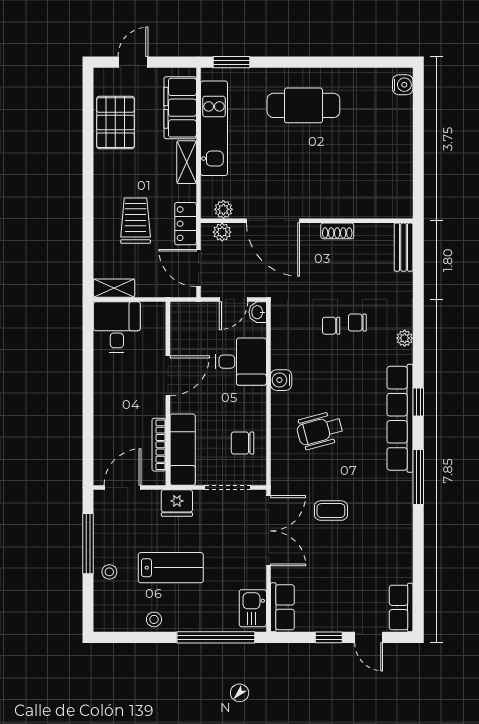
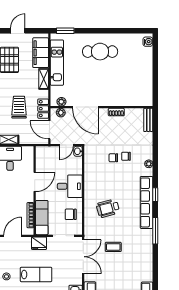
desk: (241, 362) -> (70, 186), moved
water cooler: (281, 380) -> (89, 184), removed

